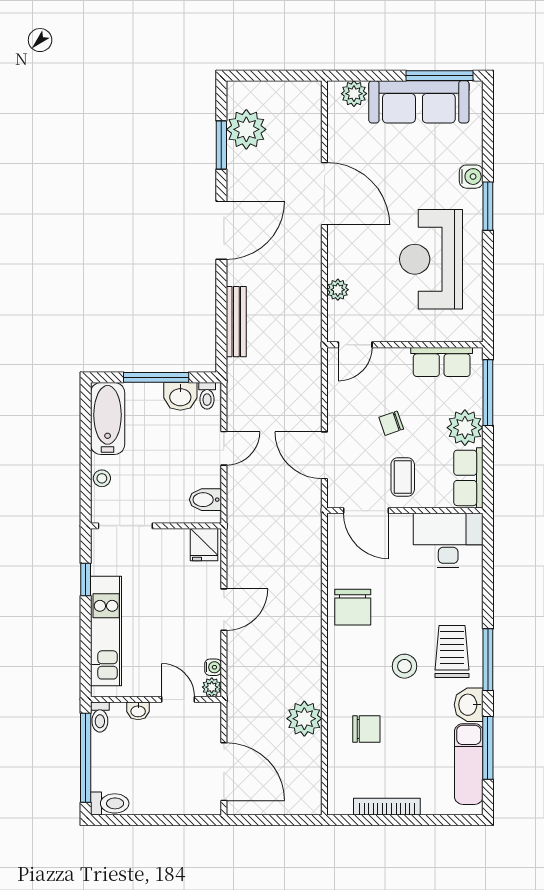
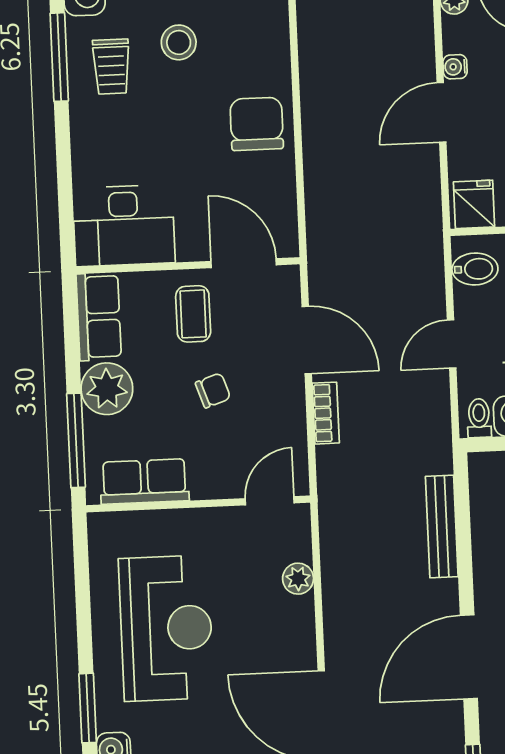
bookcase: (313, 404) -> (326, 413), added
trolley: (452, 651) -> (111, 67), width x0.73, depth x0.72
water cooler: (213, 667) -> (455, 67), moved

